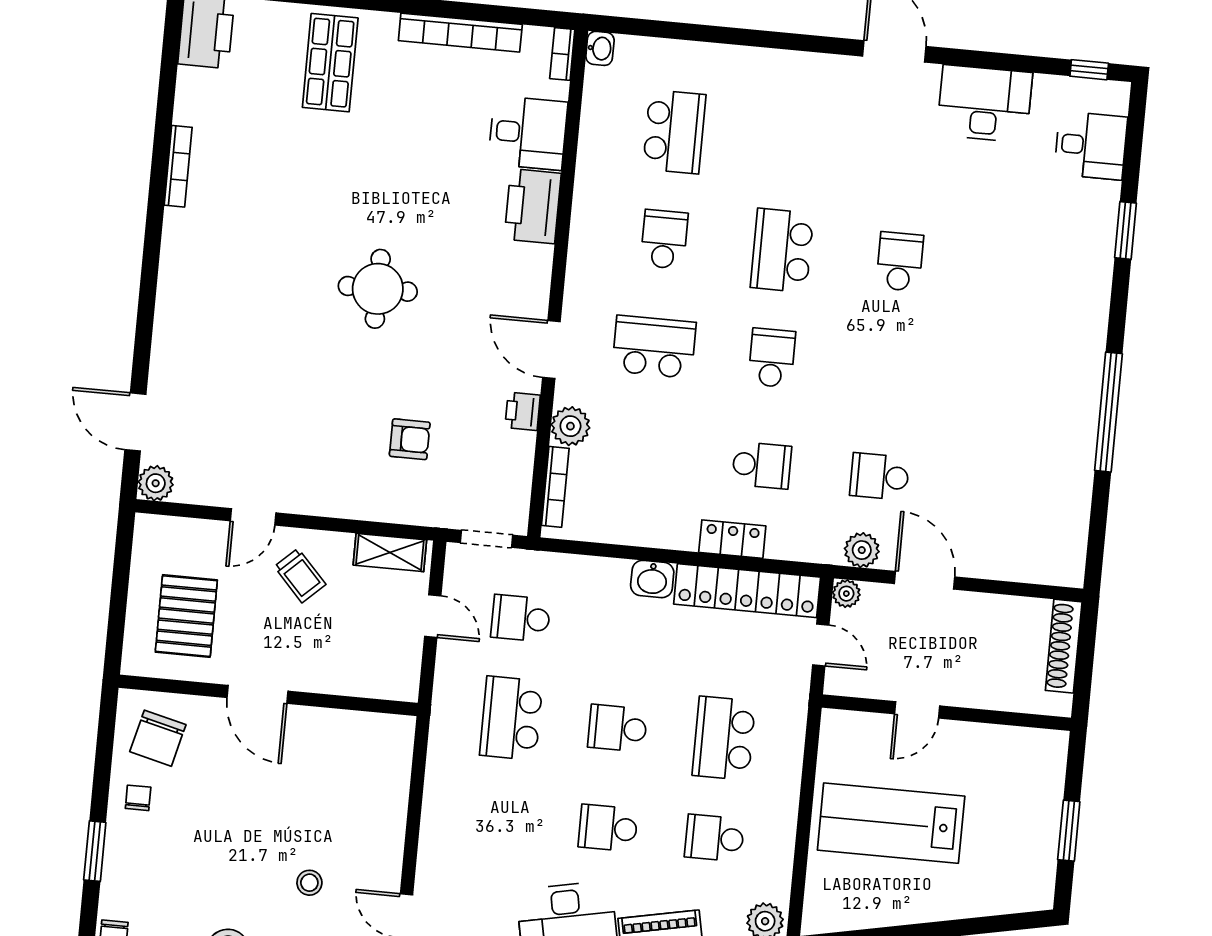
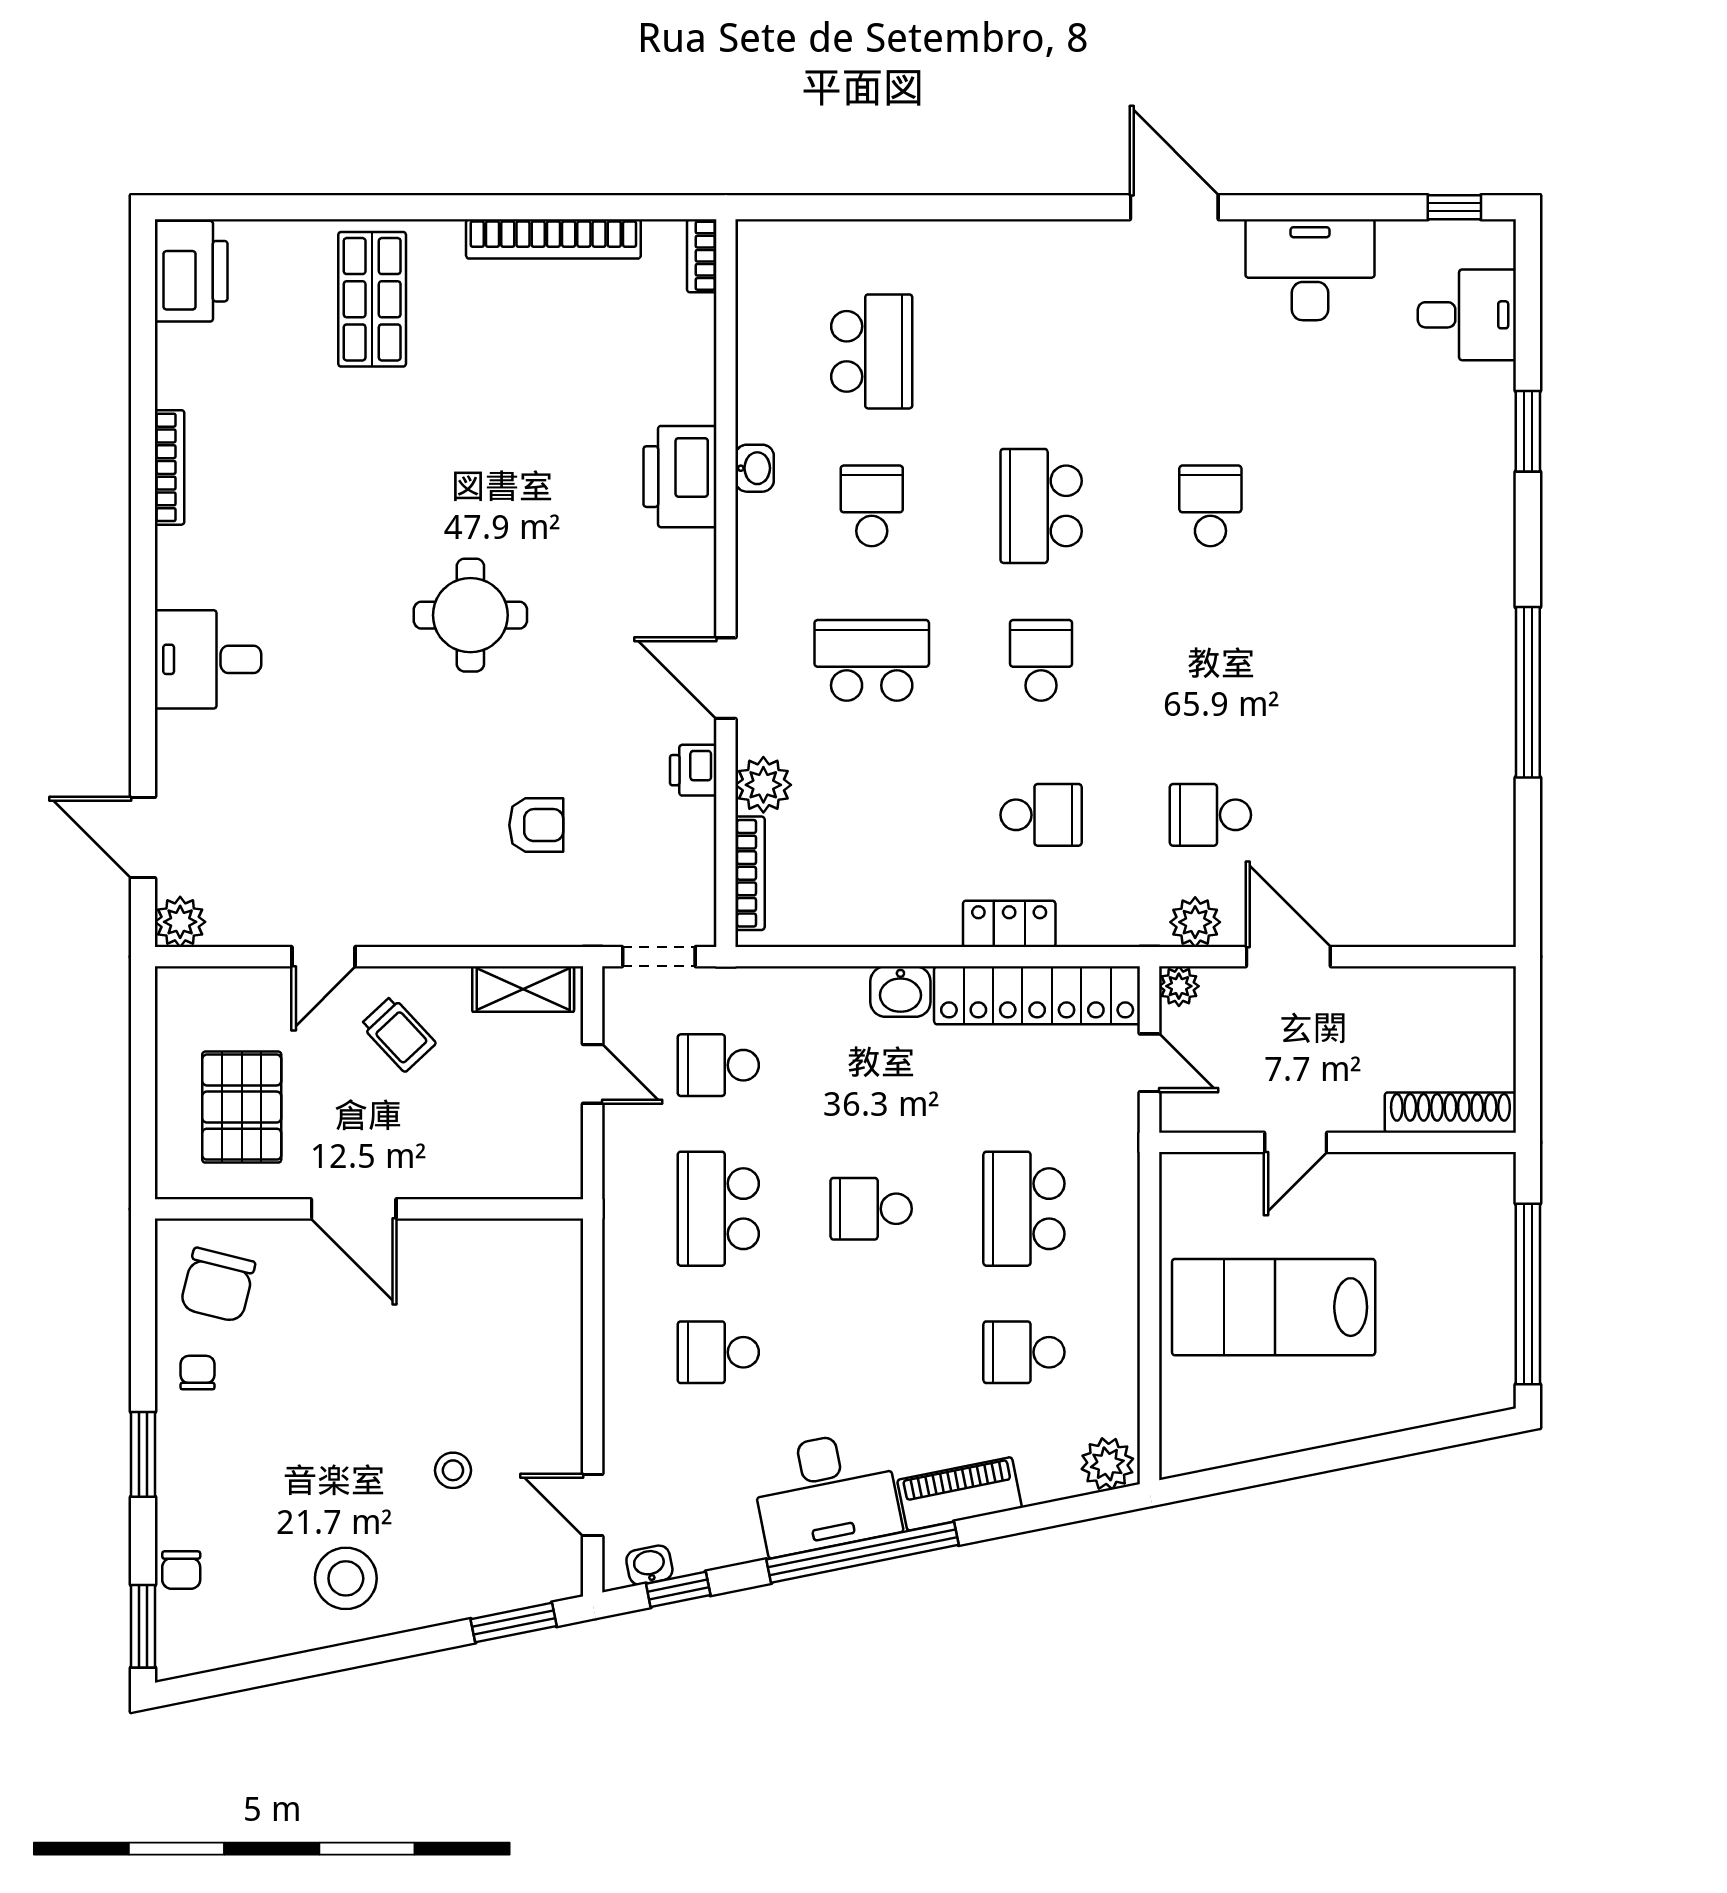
washbasin: (600, 48) -> (755, 468), moved
desk: (528, 133) -> (208, 659), moved, turned 180
shoe rack: (1064, 646) -> (1450, 1113), moved, turned 90
school desk: (608, 828) -> (718, 1352), moved
window: (1069, 831) -> (1528, 1294), width x2.11

